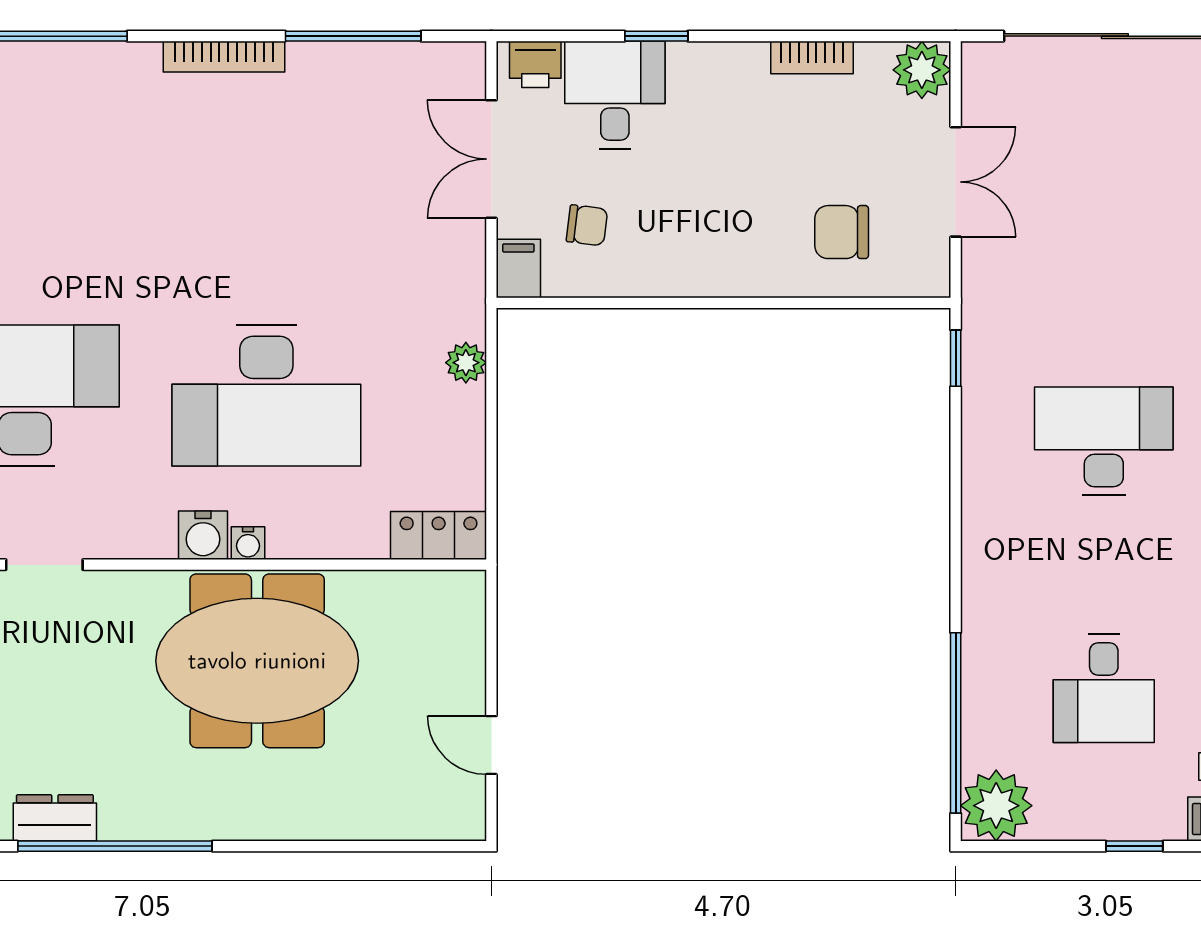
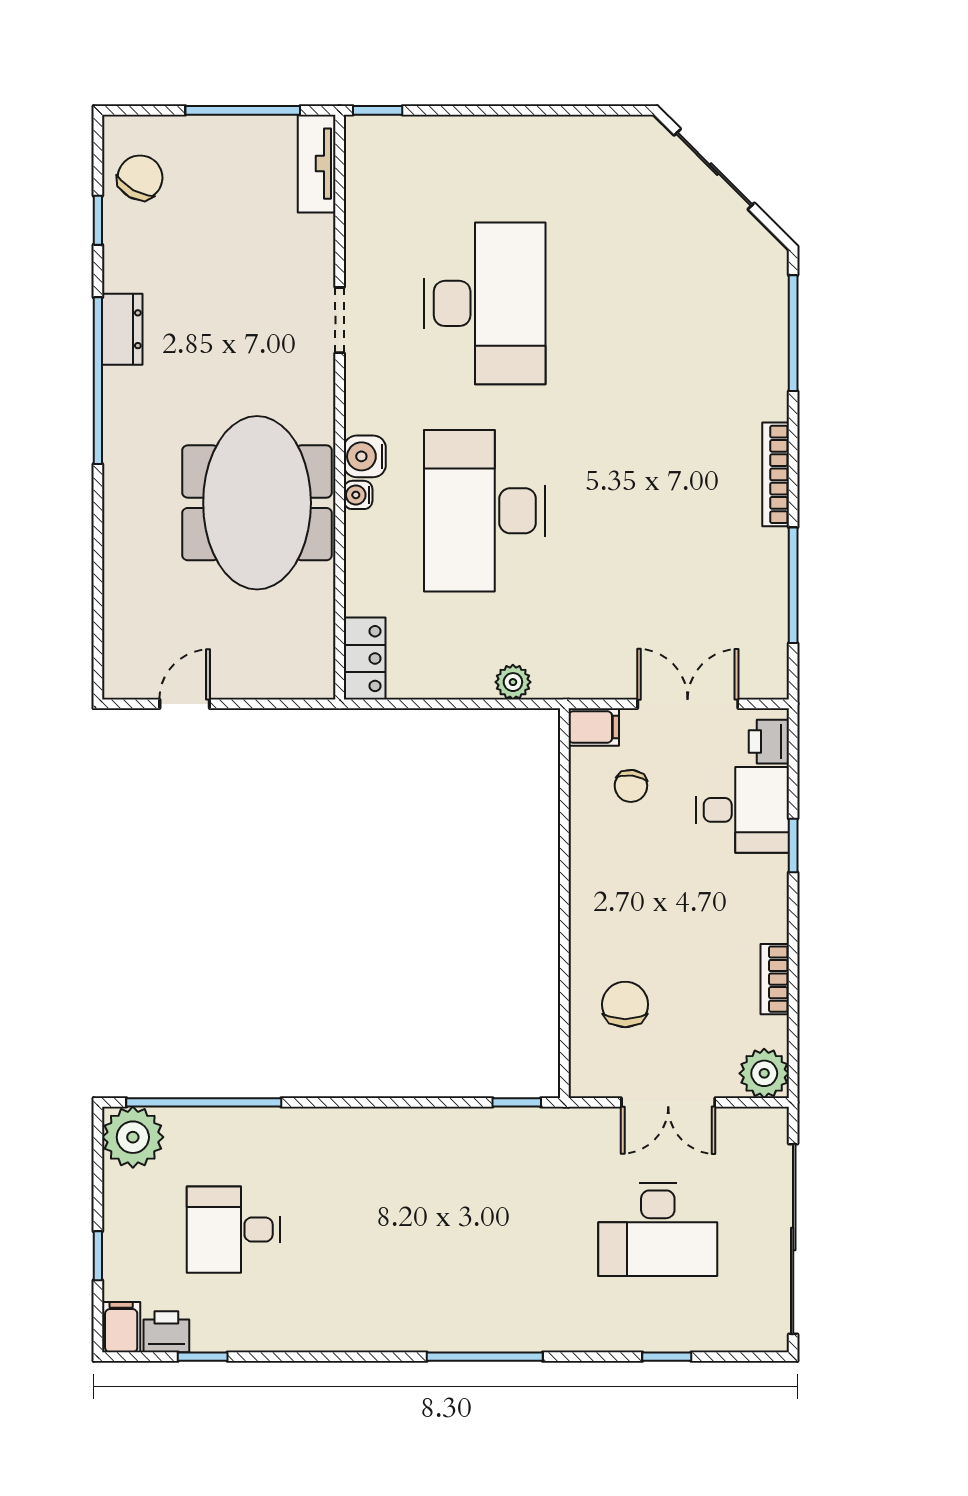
desk: (1104, 441) -> (658, 1230), moved, turned 90

